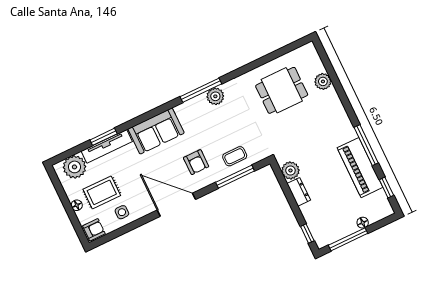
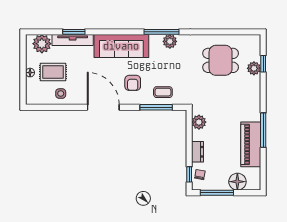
sofa: (156, 131) -> (121, 46), width x1.36
window: (386, 188) -> (263, 64), moved
dresser: (299, 192) -> (197, 152), moved
floor lamp: (363, 223) -> (237, 182), width x1.89, depth x1.89
chair: (319, 228) -> (200, 175), added
armchair: (94, 230) -> (34, 97), removed

